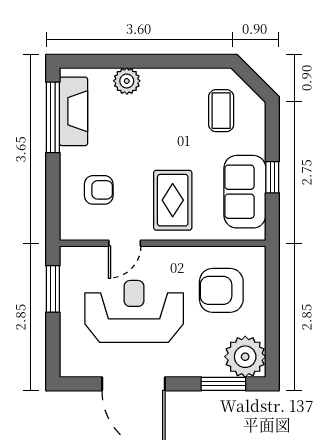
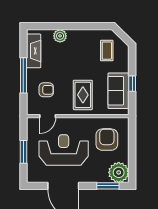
window: (53, 117) -> (23, 75), moved
door: (125, 243) -> (48, 116), moved
window: (53, 289) -> (23, 152), moved
armchair: (221, 290) -> (107, 140), turned 90

